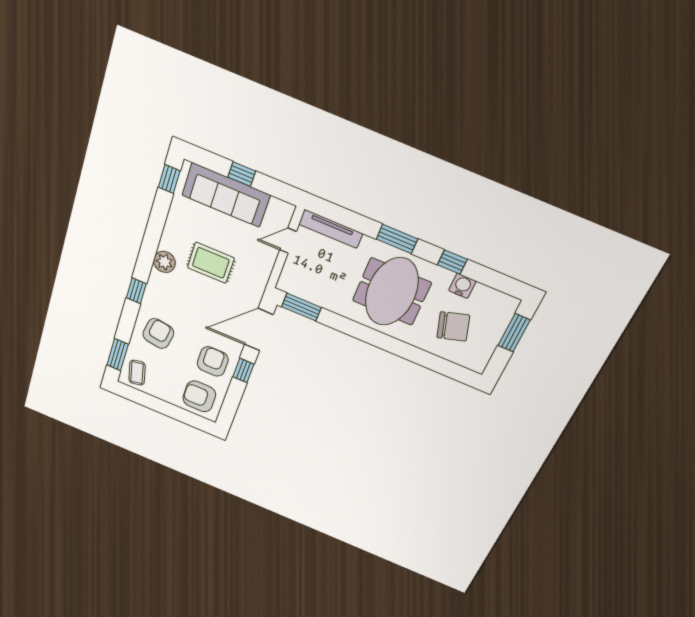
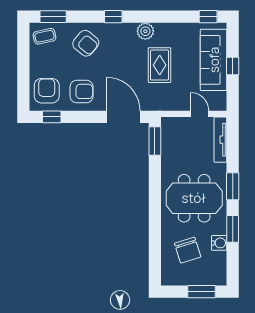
window: (452, 262) -> (233, 229), width x1.50
armchair: (158, 334) -> (86, 43), turned 31
window: (243, 370) -> (52, 117), moved

